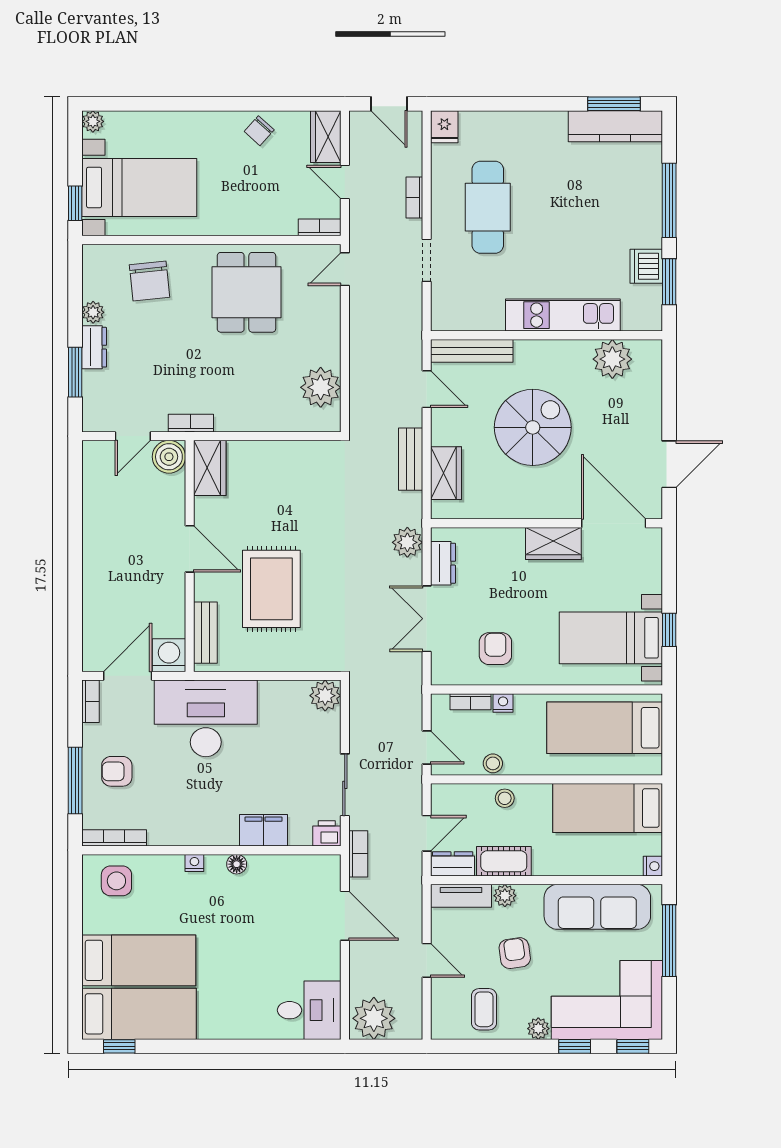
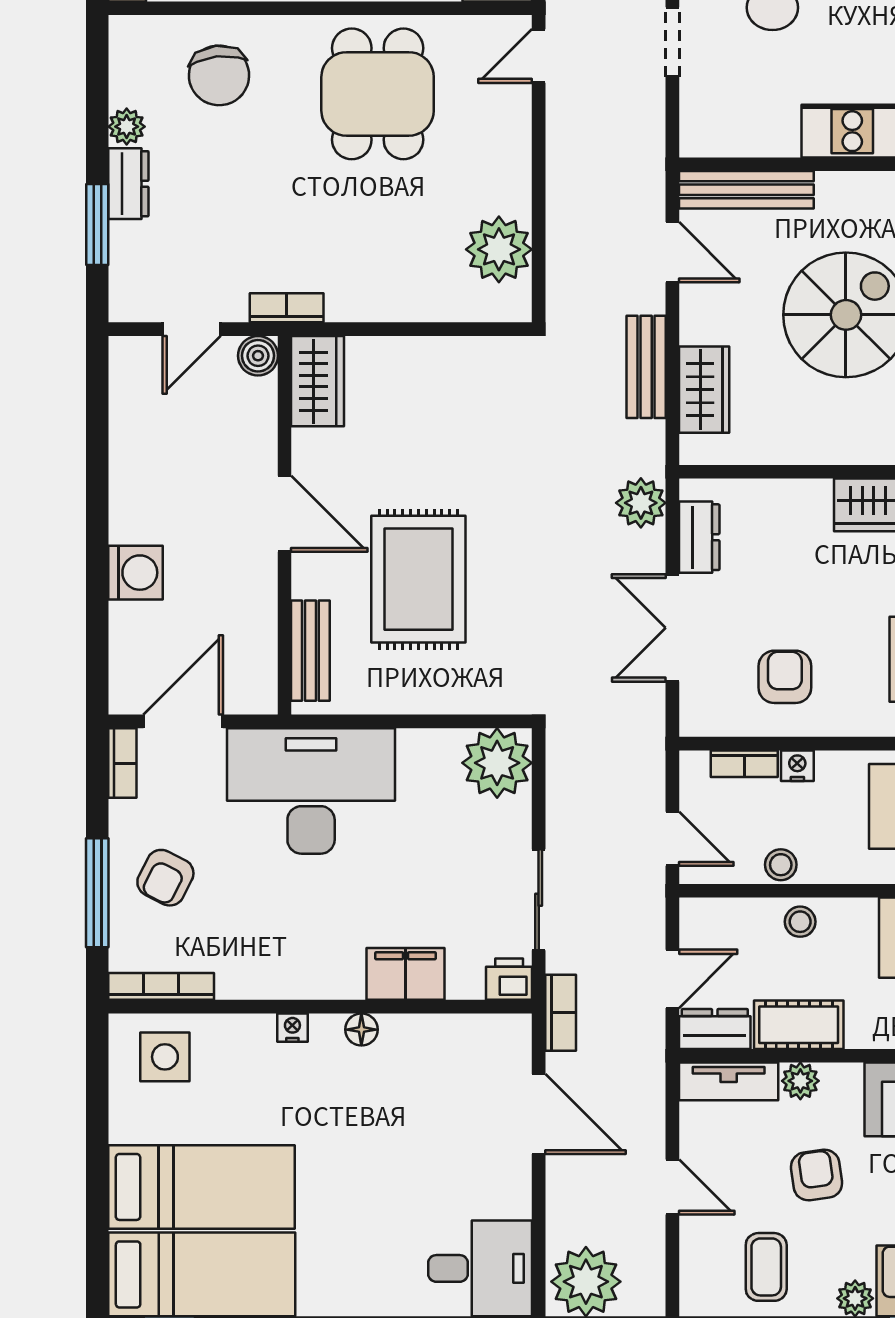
boiler: (169, 457) -> (258, 356), width x0.73, depth x0.73
washing machine: (169, 655) -> (136, 573), moved, turned 90
plant: (325, 696) -> (497, 763), width x1.36, depth x1.36
armchair: (117, 771) -> (165, 878), turned -63

